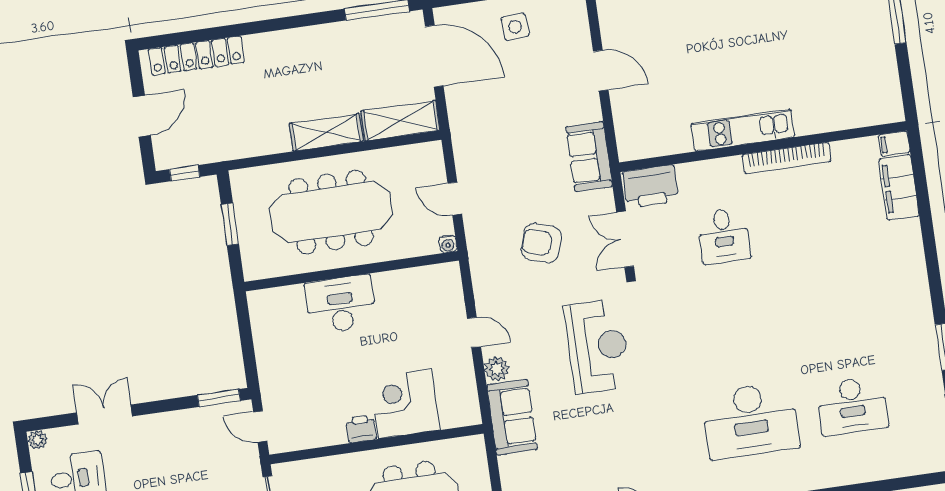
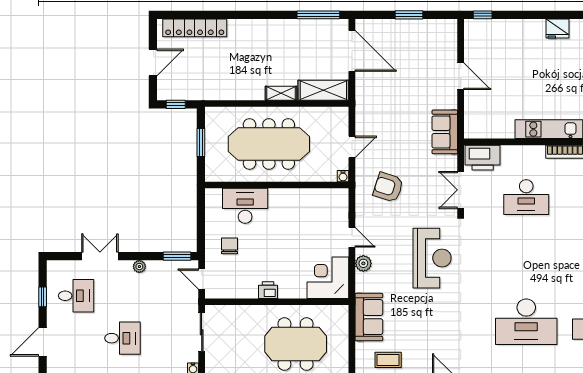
side table: (515, 27) -> (408, 39), removed
shelving: (326, 132) -> (281, 93), width x0.67, depth x0.75
door: (455, 199) -> (352, 147), swing flipped
desk: (724, 236) -> (526, 197), width x1.37
armchair: (541, 243) -> (388, 187), moved
desk: (340, 304) -> (245, 206), moved
chair: (294, 371) -> (229, 246), added
corner desk: (405, 404) -> (328, 278), moved
sofa: (512, 417) -> (369, 317), moved
plant: (38, 440) -> (139, 267), moved

